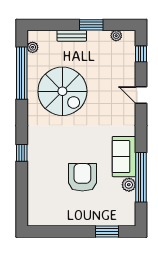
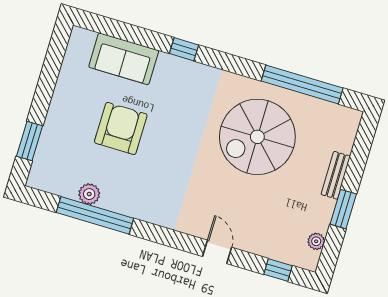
plant: (33, 47) -> (336, 112), removed
door: (141, 95) -> (217, 252), hinge flipped
sofa: (124, 157) -> (124, 59), moved, turned 180
armchair: (82, 177) -> (121, 128), turned -90

